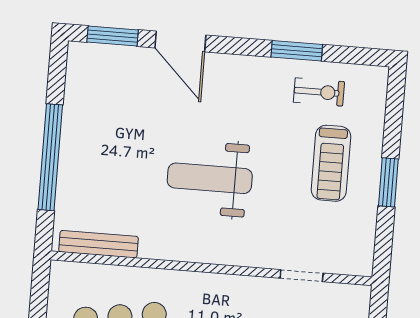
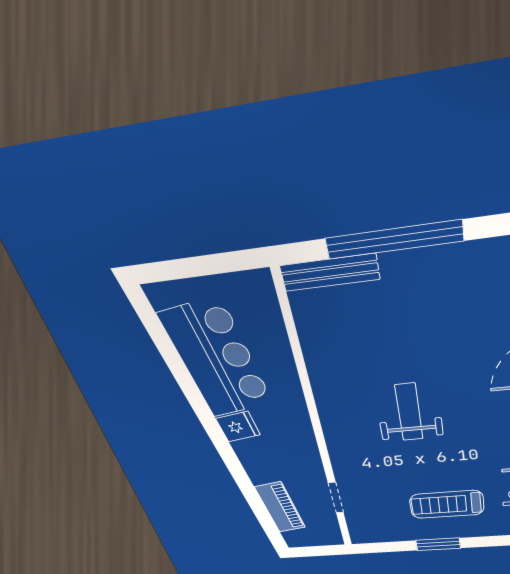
weight bench: (210, 178) -> (409, 412), width x0.73, depth x0.75
bench: (99, 244) -> (330, 273), moved, turned 90

